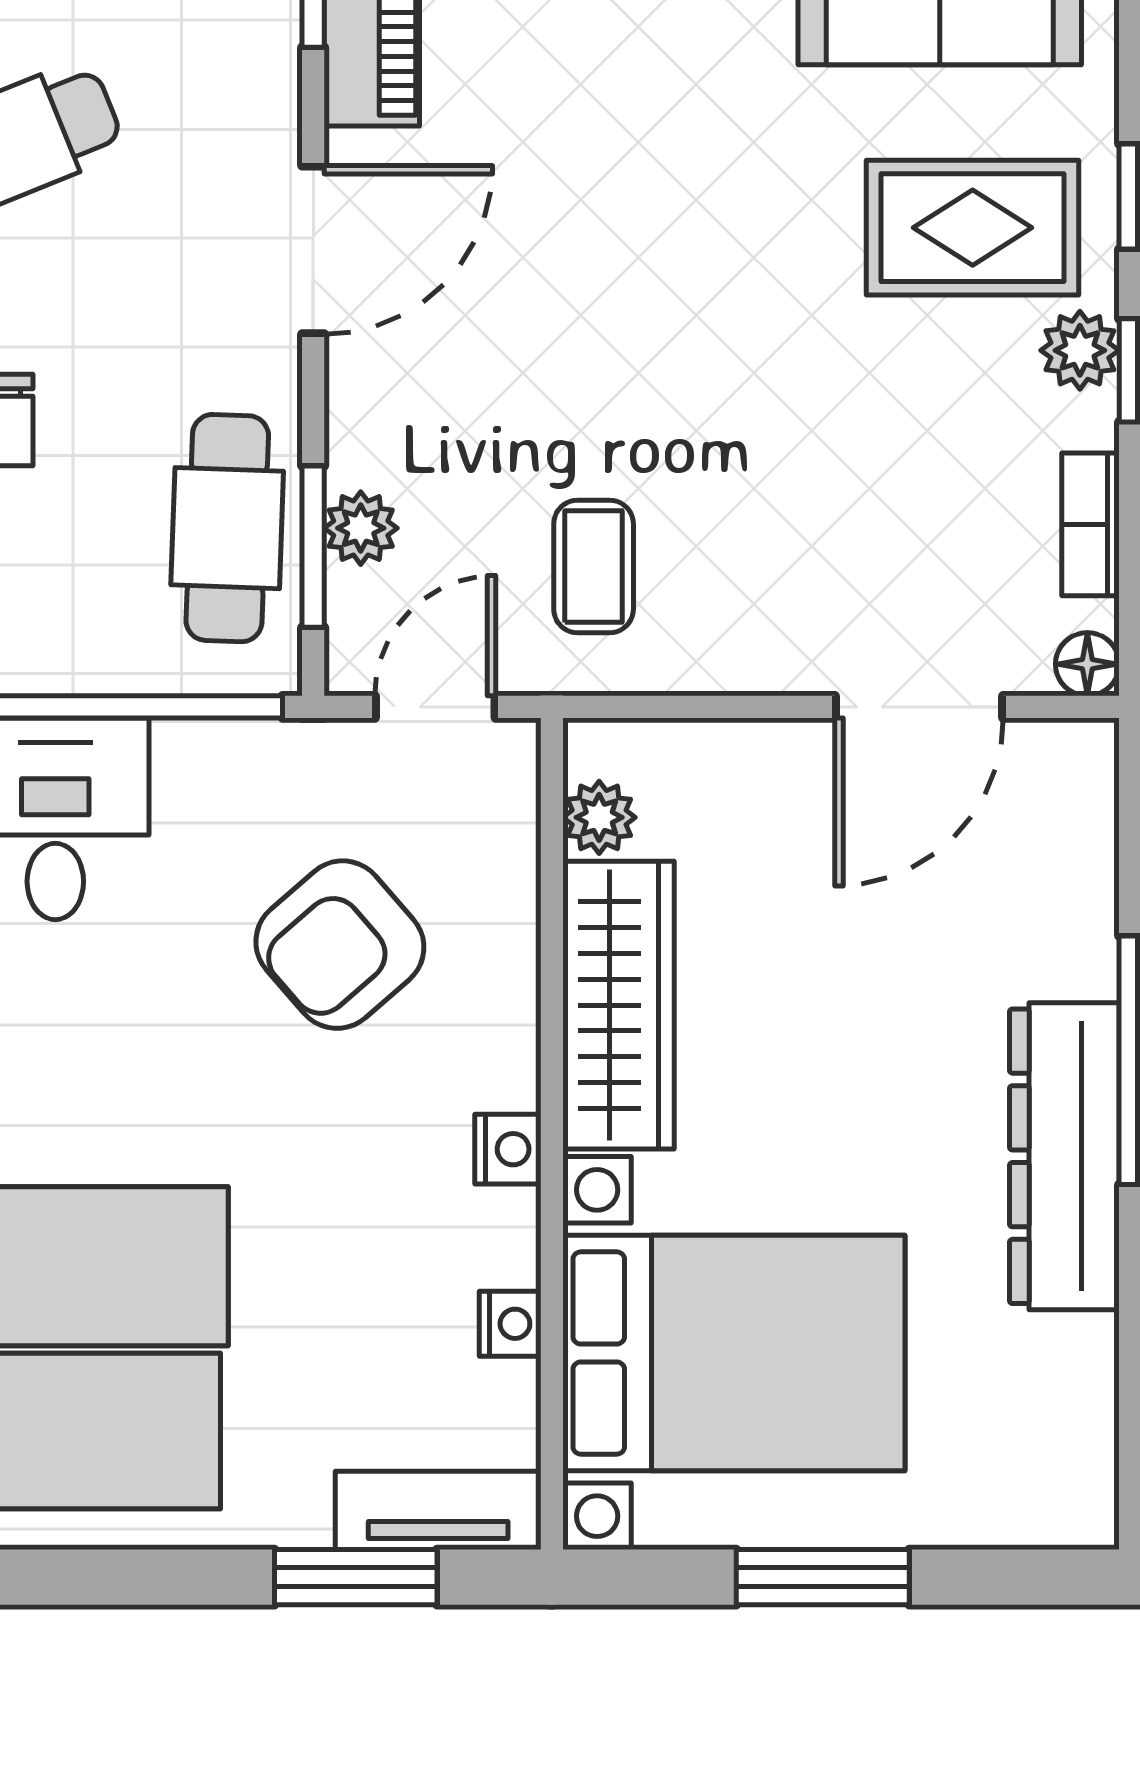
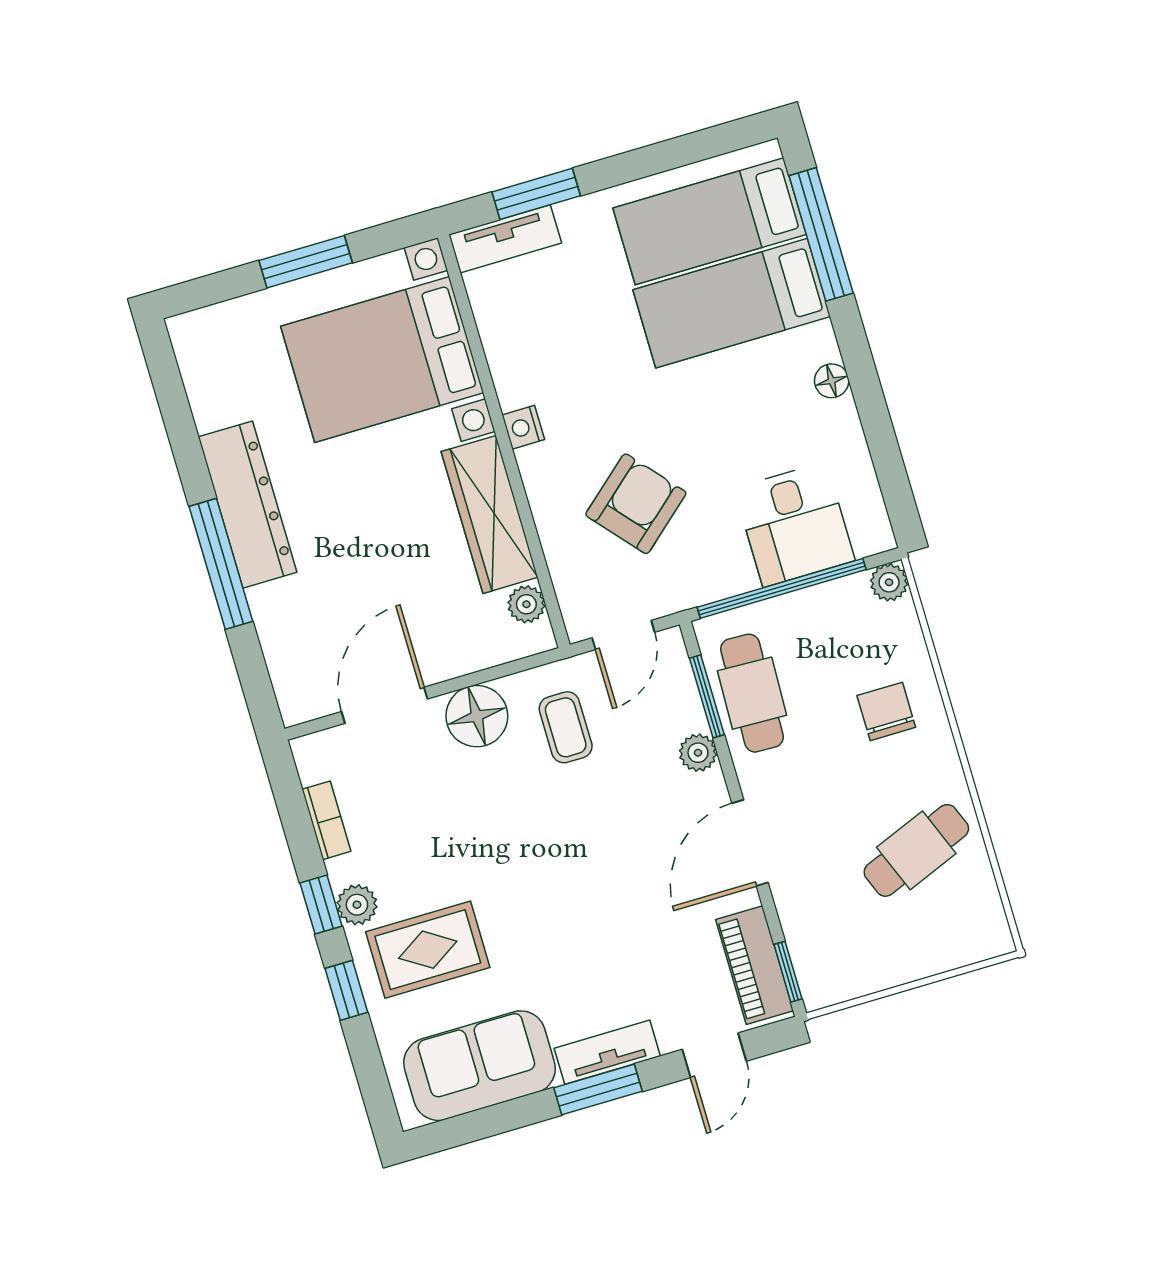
plant: (361, 528) -> (698, 753), moved
floor lamp: (1087, 664) -> (477, 716), moved, width x1.89, depth x1.89
nightstand: (510, 1324) -> (497, 341), removed

